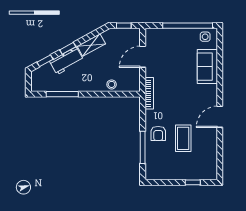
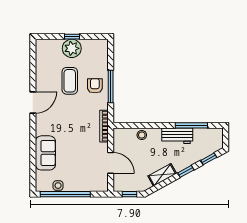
side table: (205, 37) -> (58, 186), moved
door: (143, 57) -> (111, 163), hinge flipped
workbench: (67, 61) -> (177, 136), moved, turned -151
window: (143, 147) -> (111, 86), moved
plant: (181, 171) -> (72, 48), added
window: (193, 182) -> (72, 37), moved

